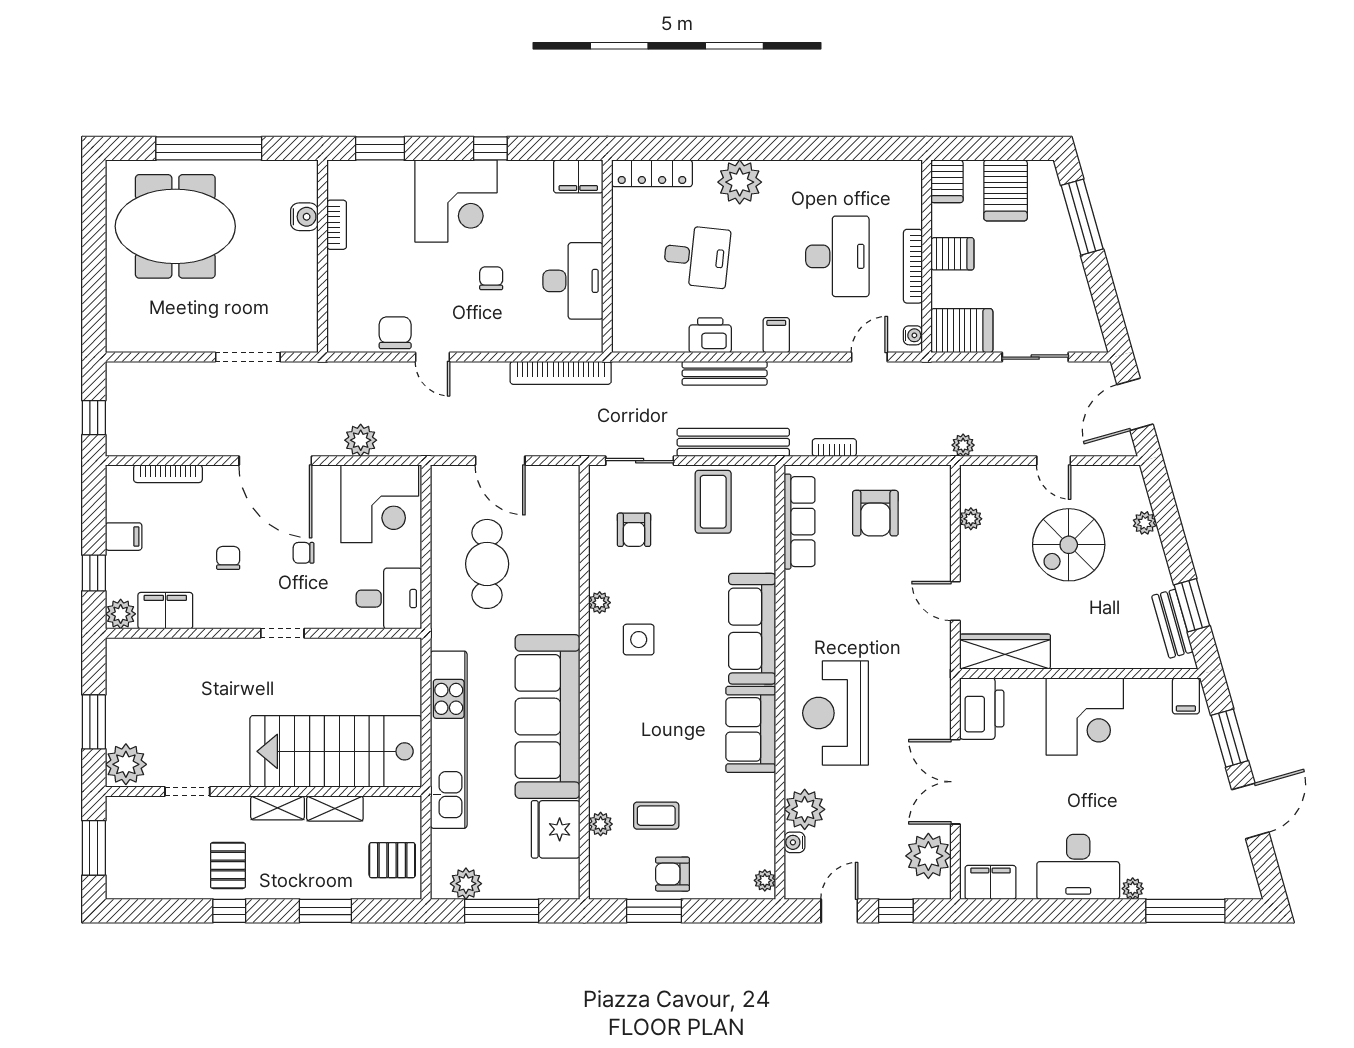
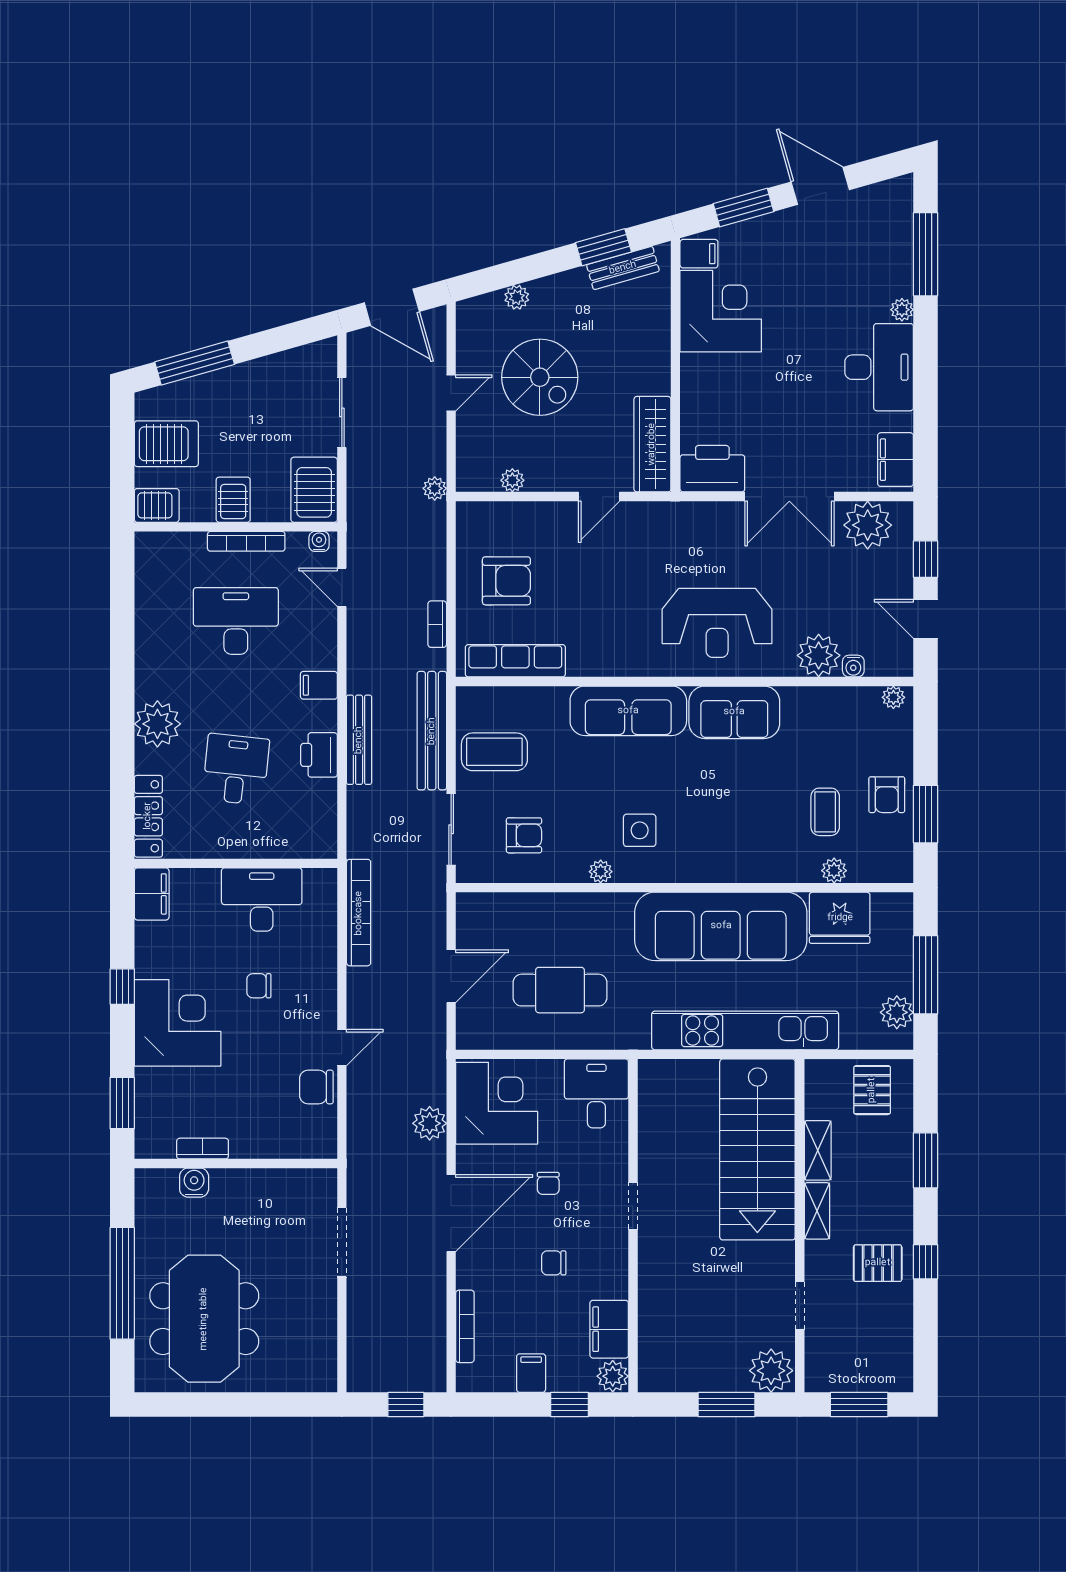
corner desk: (1085, 716) -> (721, 311), moved

